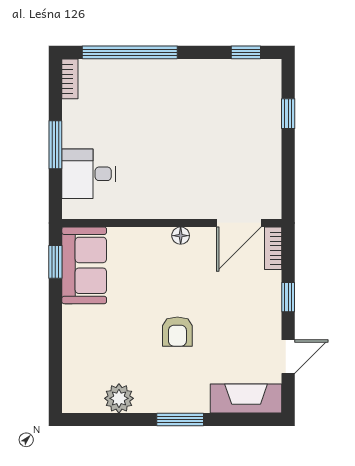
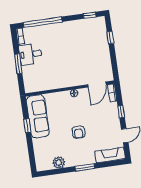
desk: (89, 174) -> (31, 54), moved
window: (55, 262) -> (27, 126), moved
sofa: (84, 265) -> (38, 116), width x1.36

